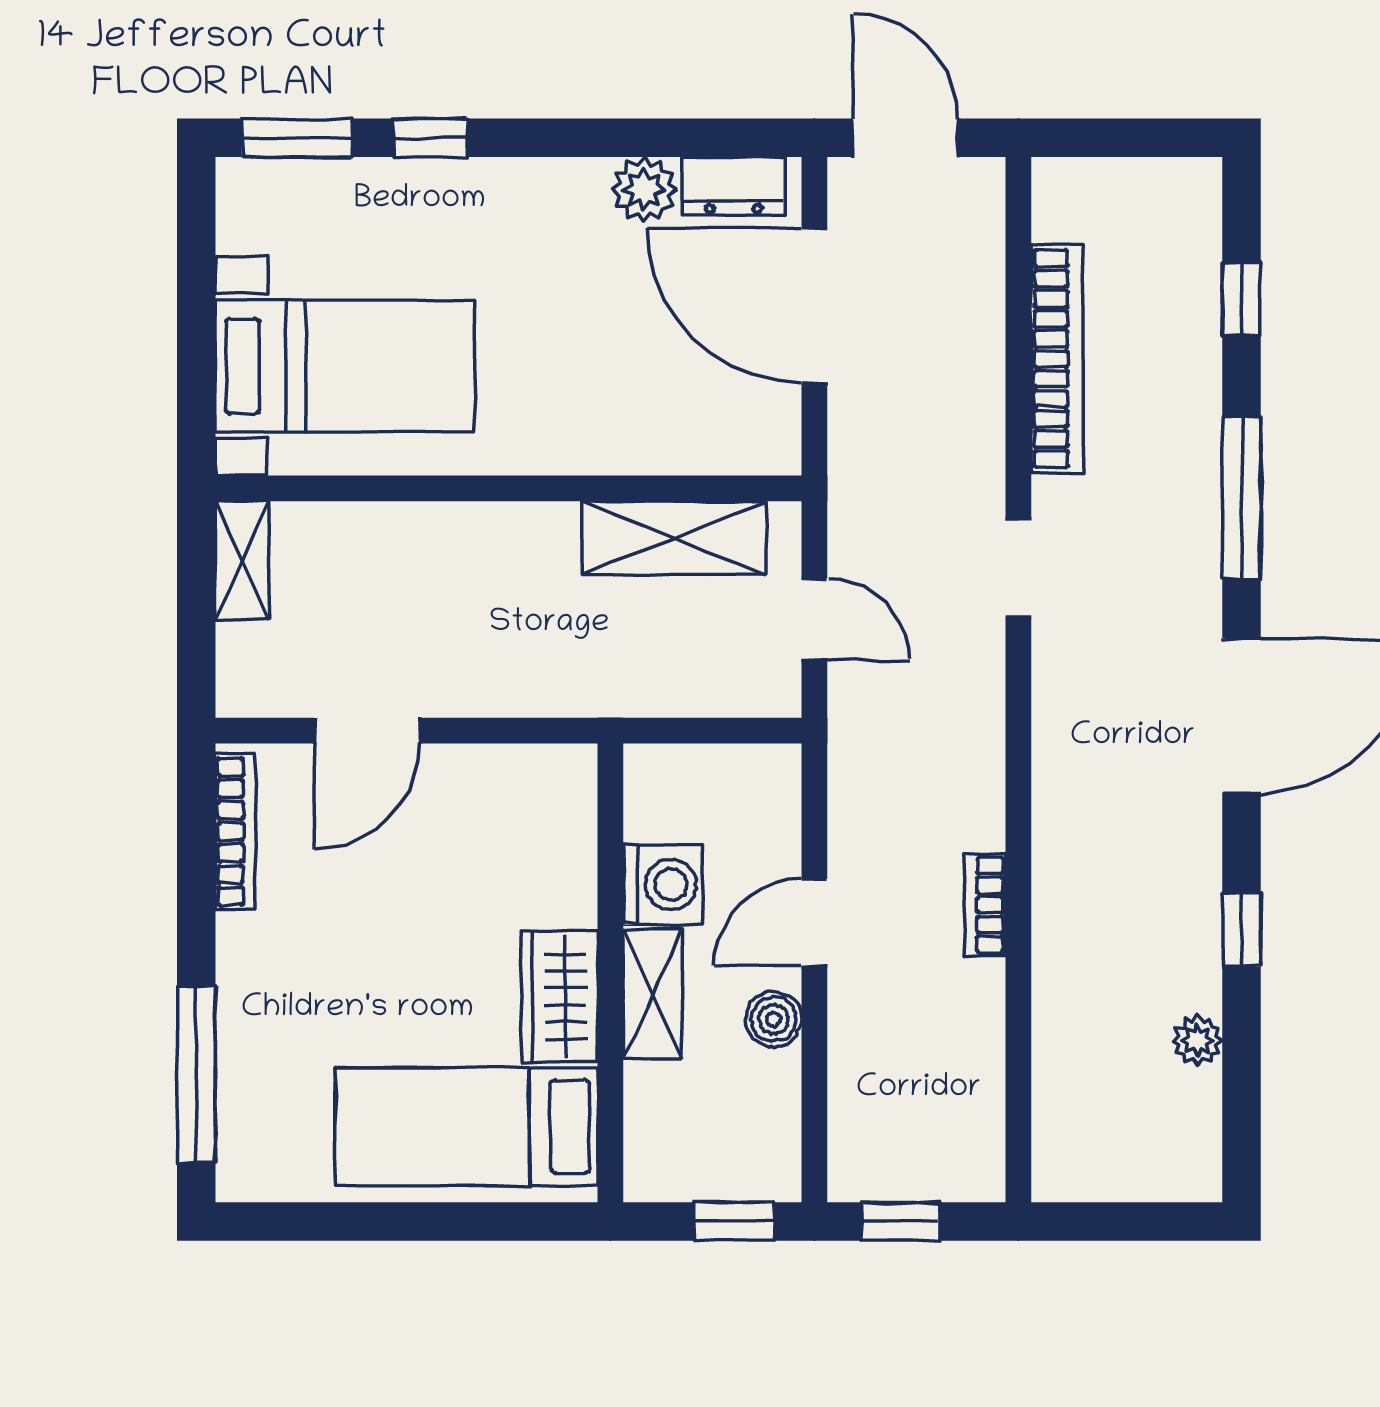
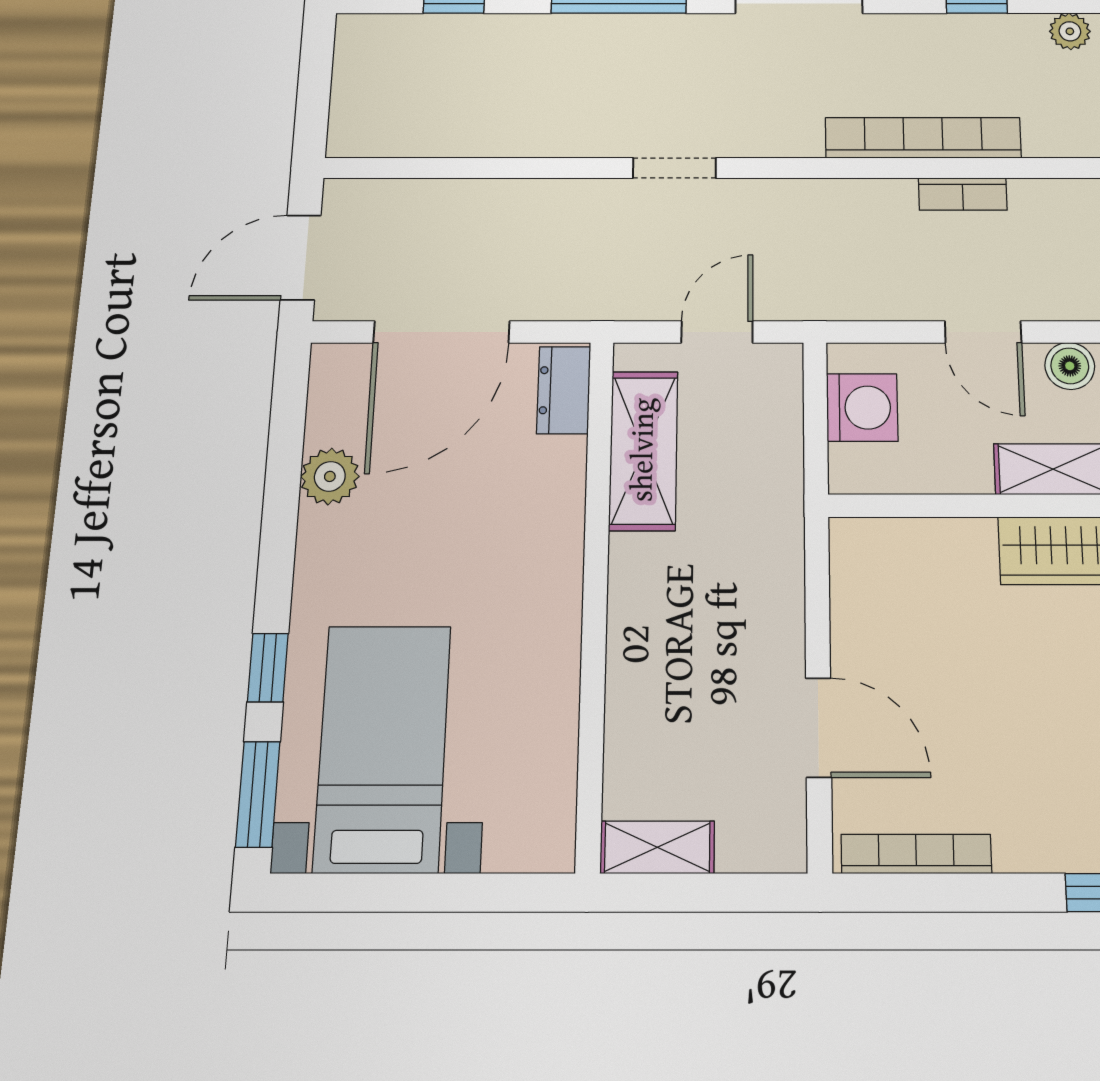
dresser: (733, 186) -> (564, 390), moved, turned 180
bookcase: (1057, 359) -> (923, 138), moved
bed with nightstands: (345, 366) -> (383, 748), moved
washing machine: (663, 885) -> (862, 408), moved, turned 90

